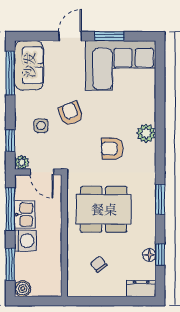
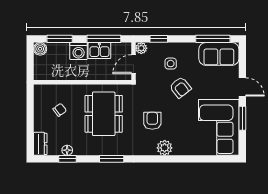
armchair: (71, 114) -> (180, 87), turned 73

